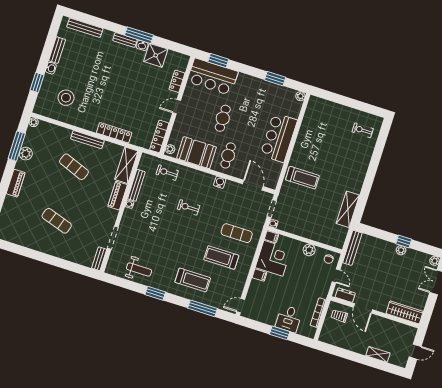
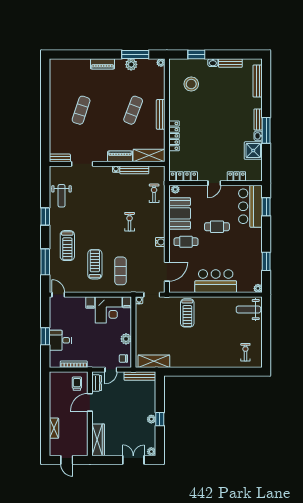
door: (177, 107) -> (214, 183), swing flipped
weight bench: (319, 113) -> (248, 310), added
shelving: (348, 209) -> (154, 361), moved

